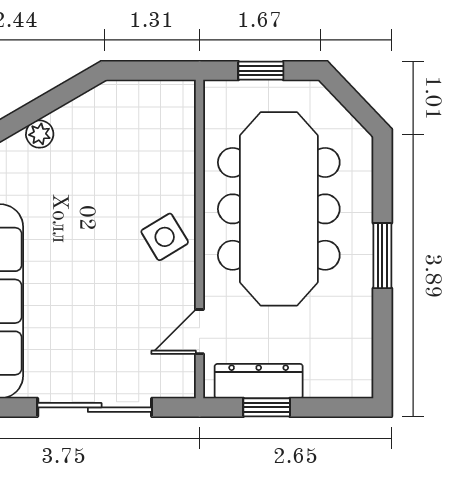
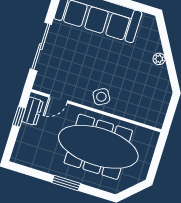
window: (261, 71) -> (157, 157), removed
door: (200, 332) -> (58, 99), swing flipped
dresser: (259, 381) -> (32, 111), width x0.70

